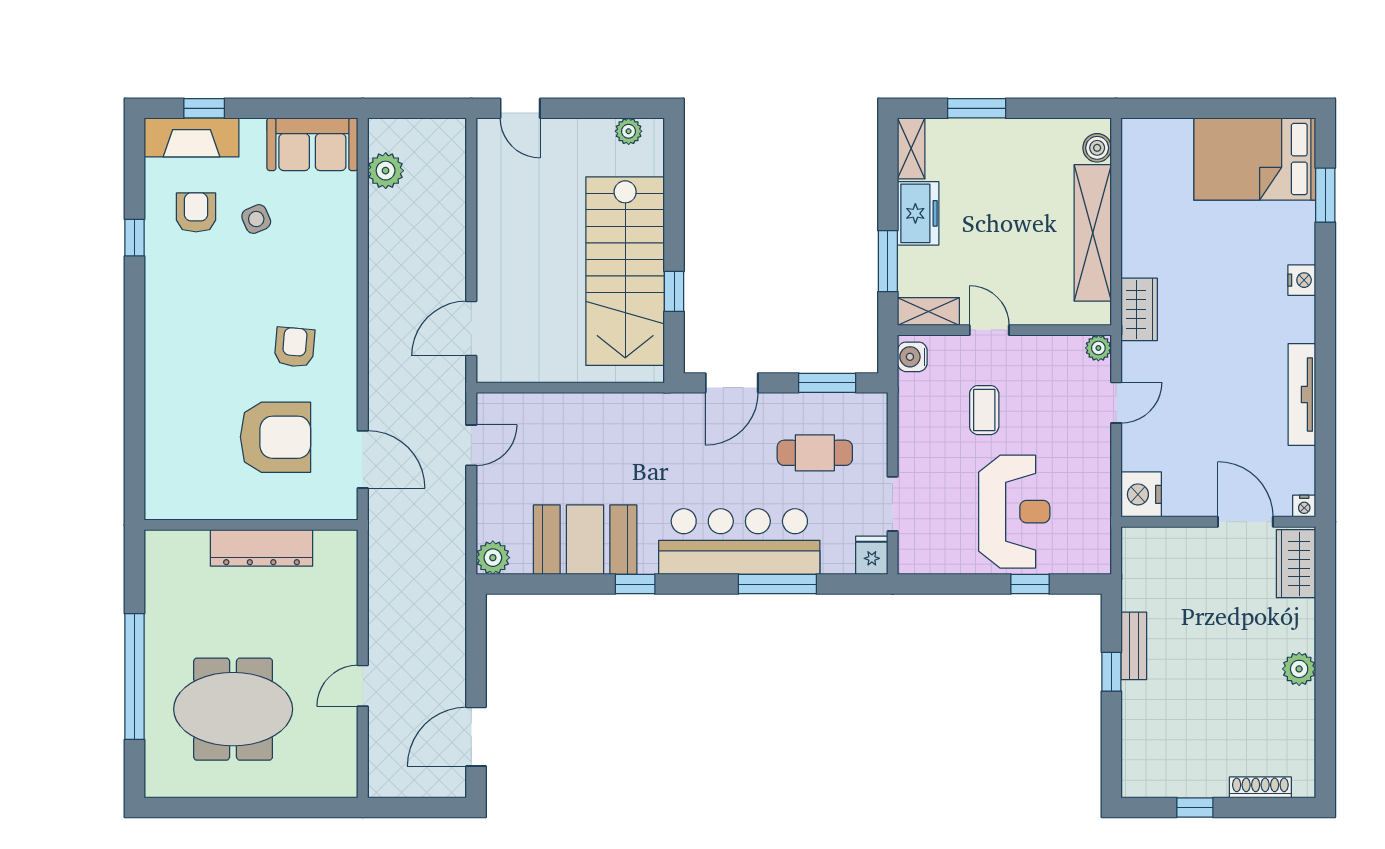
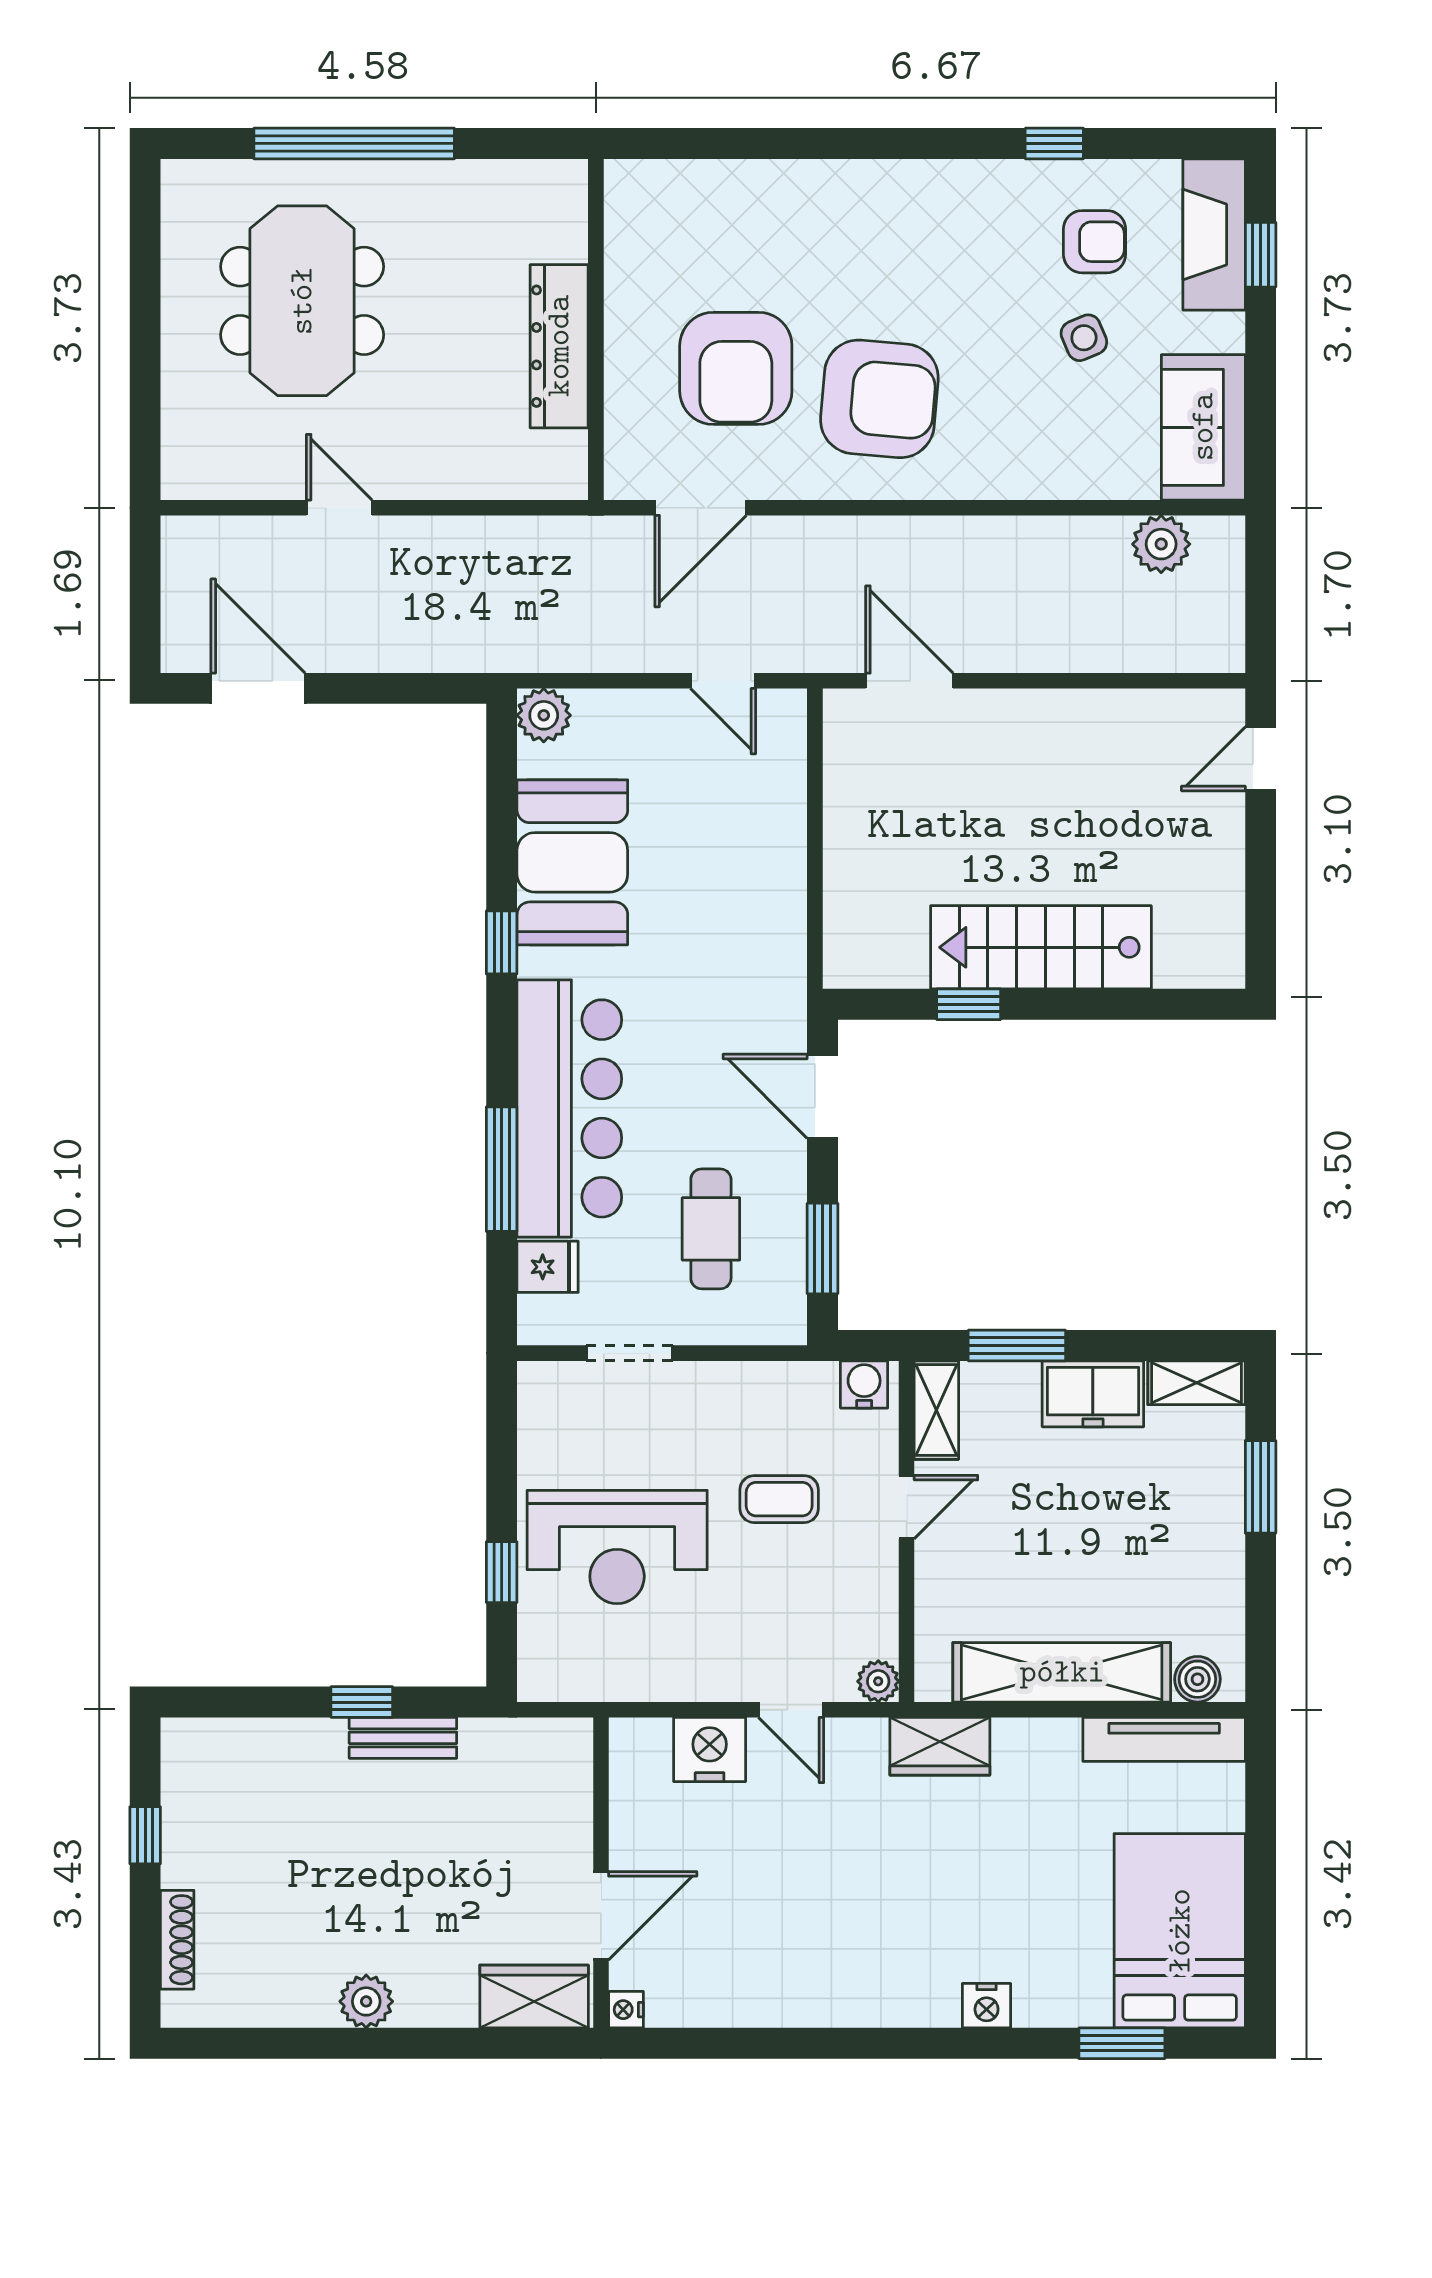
plant: (629, 131) -> (1224, 932), removed
stairs: (625, 271) -> (1041, 947), width x0.73, depth x0.66
armchair: (295, 347) -> (879, 399), width x1.88, depth x1.88
tv unit: (1302, 395) -> (1164, 1739), moved, turned 180
nightstand: (1141, 494) -> (710, 1750), moved
fridge: (872, 555) -> (548, 1267), moved

